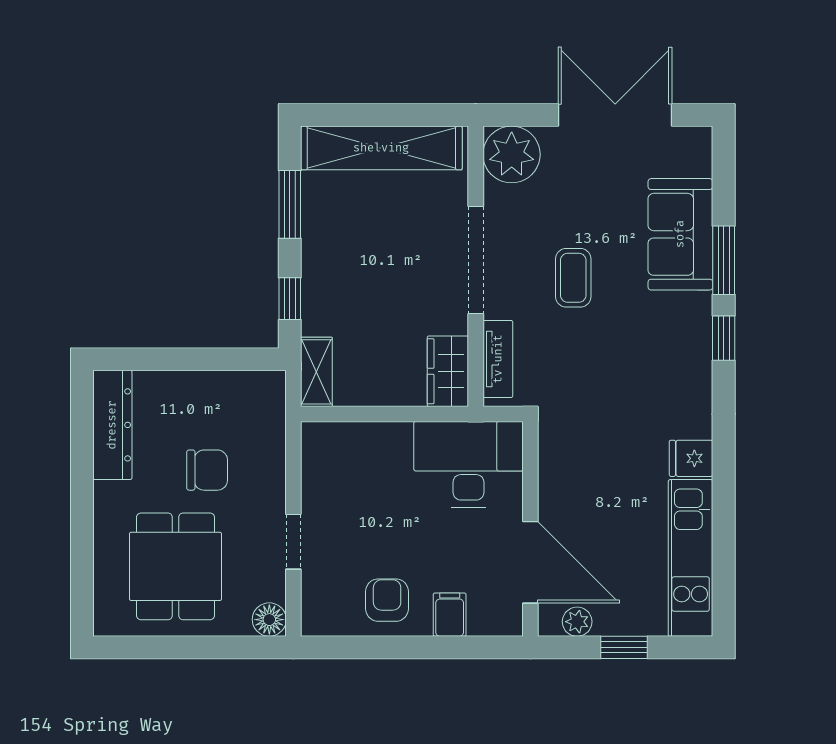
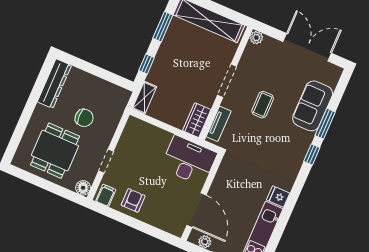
plant: (512, 154) -> (256, 38), width x0.53, depth x0.53
doorway: (476, 260) -> (227, 81), width x0.73
filing cabinet: (450, 615) -> (106, 195), moved

